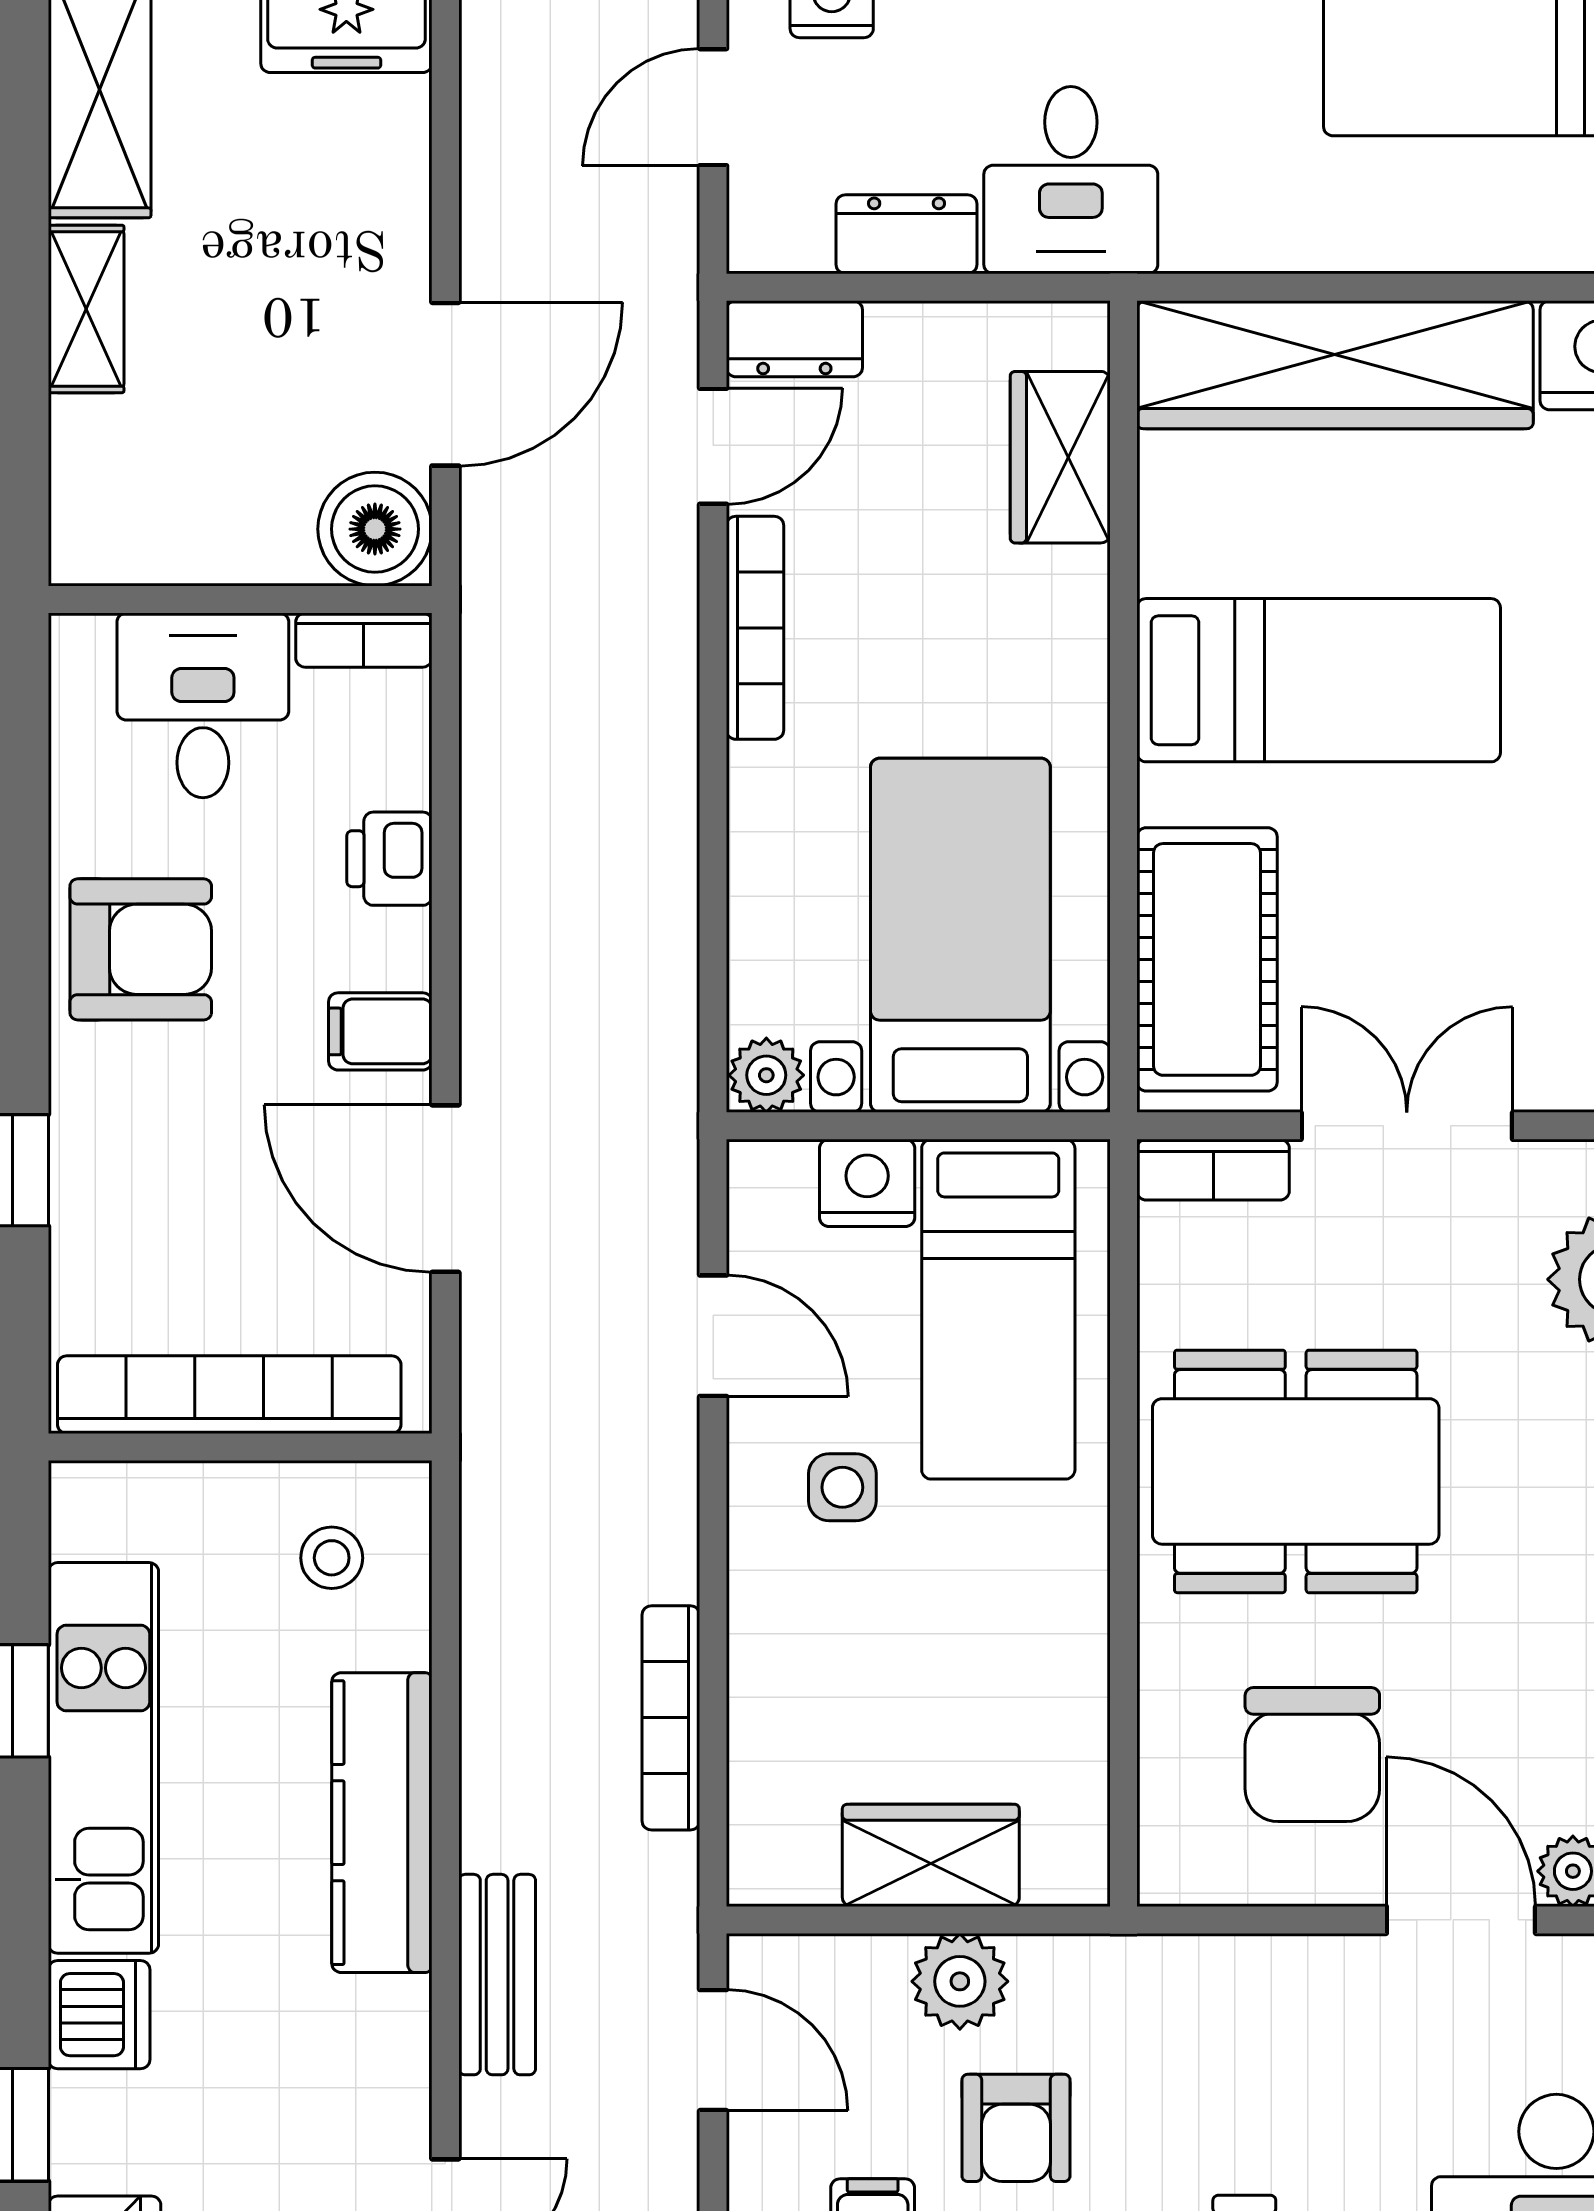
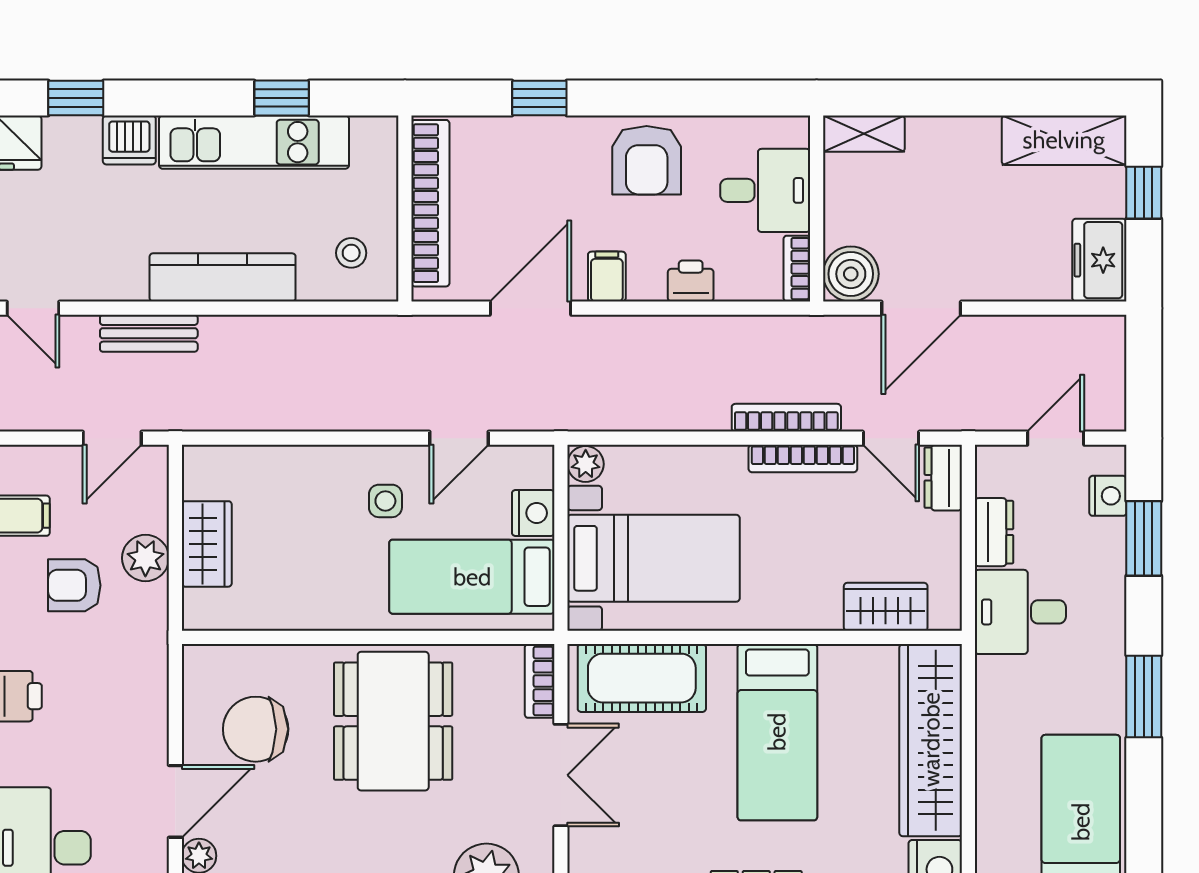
door: (713, 107) -> (1056, 438), hinge flipped
shelving: (86, 309) -> (864, 134), moved
door: (445, 384) -> (921, 308), hinge flipped
bookcase: (671, 1718) -> (786, 418), moved

